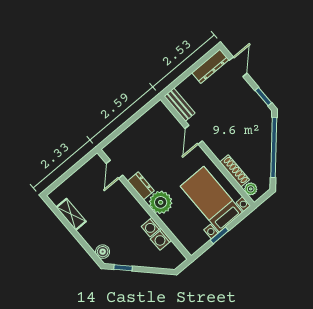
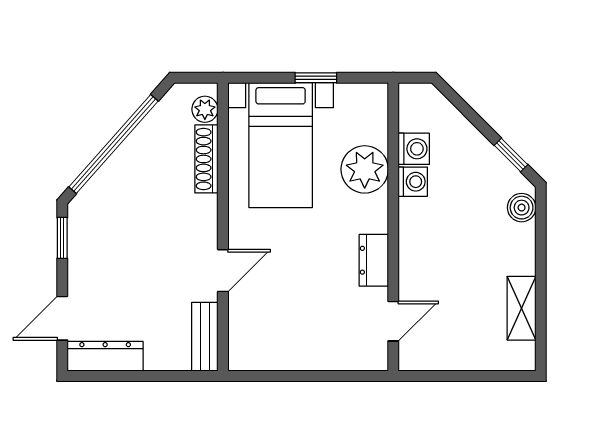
plant: (161, 202) -> (365, 169), moved

